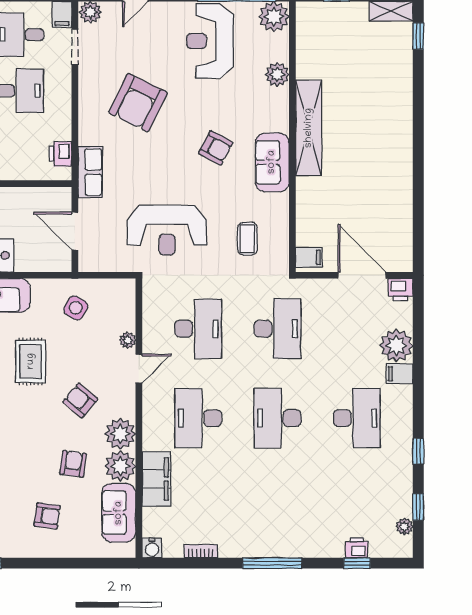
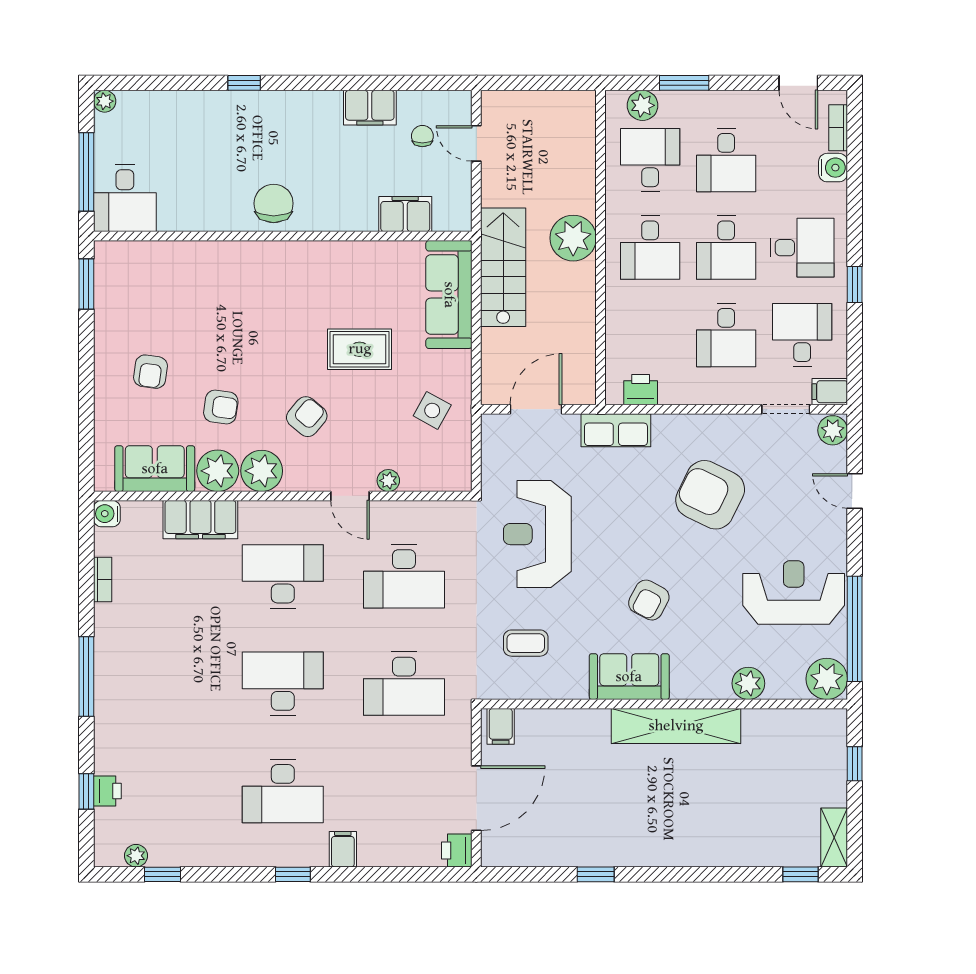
window: (418, 187) -> (596, 874), added
plant: (396, 346) -> (381, 845), removed
window: (418, 451) -> (293, 874), moved

